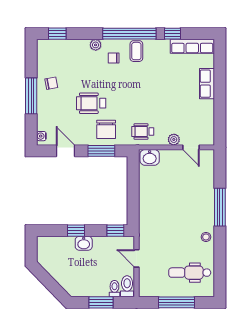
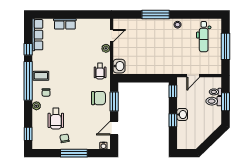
wheelchair: (91, 103) -> (56, 119), moved
toilet: (127, 286) -> (214, 101), moved

